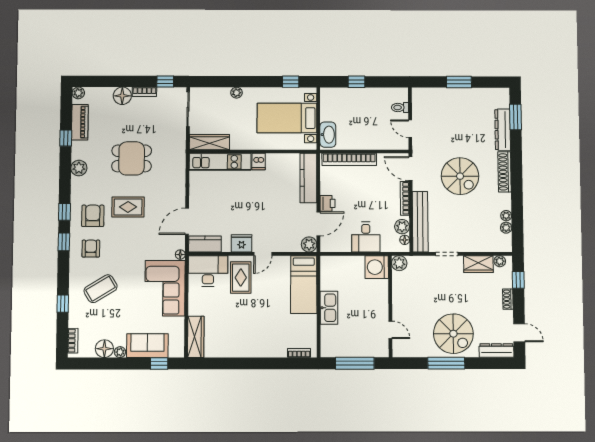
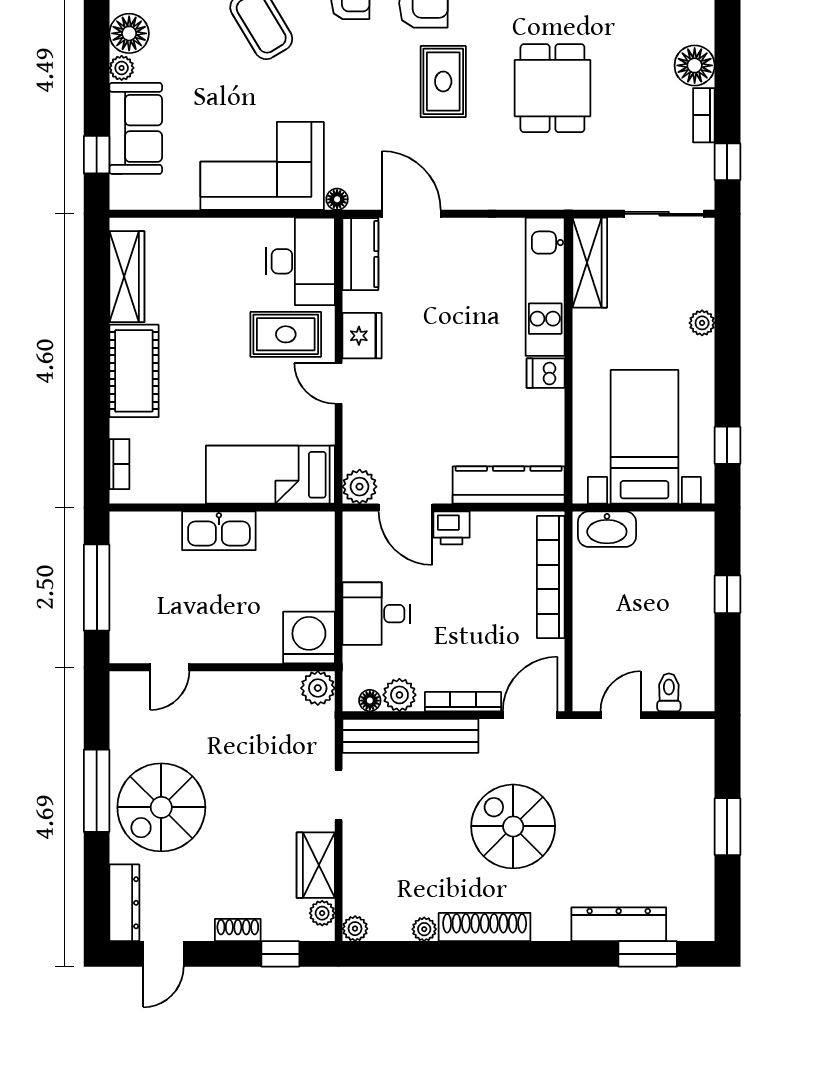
shoe rack: (505, 172) -> (485, 927), moved
spiral stairs: (460, 176) -> (513, 826), turned 90
plant: (506, 228) -> (355, 929), moved
wardrobe: (196, 337) -> (127, 277), moved, turned -90
cot: (257, 346) -> (134, 371), added

